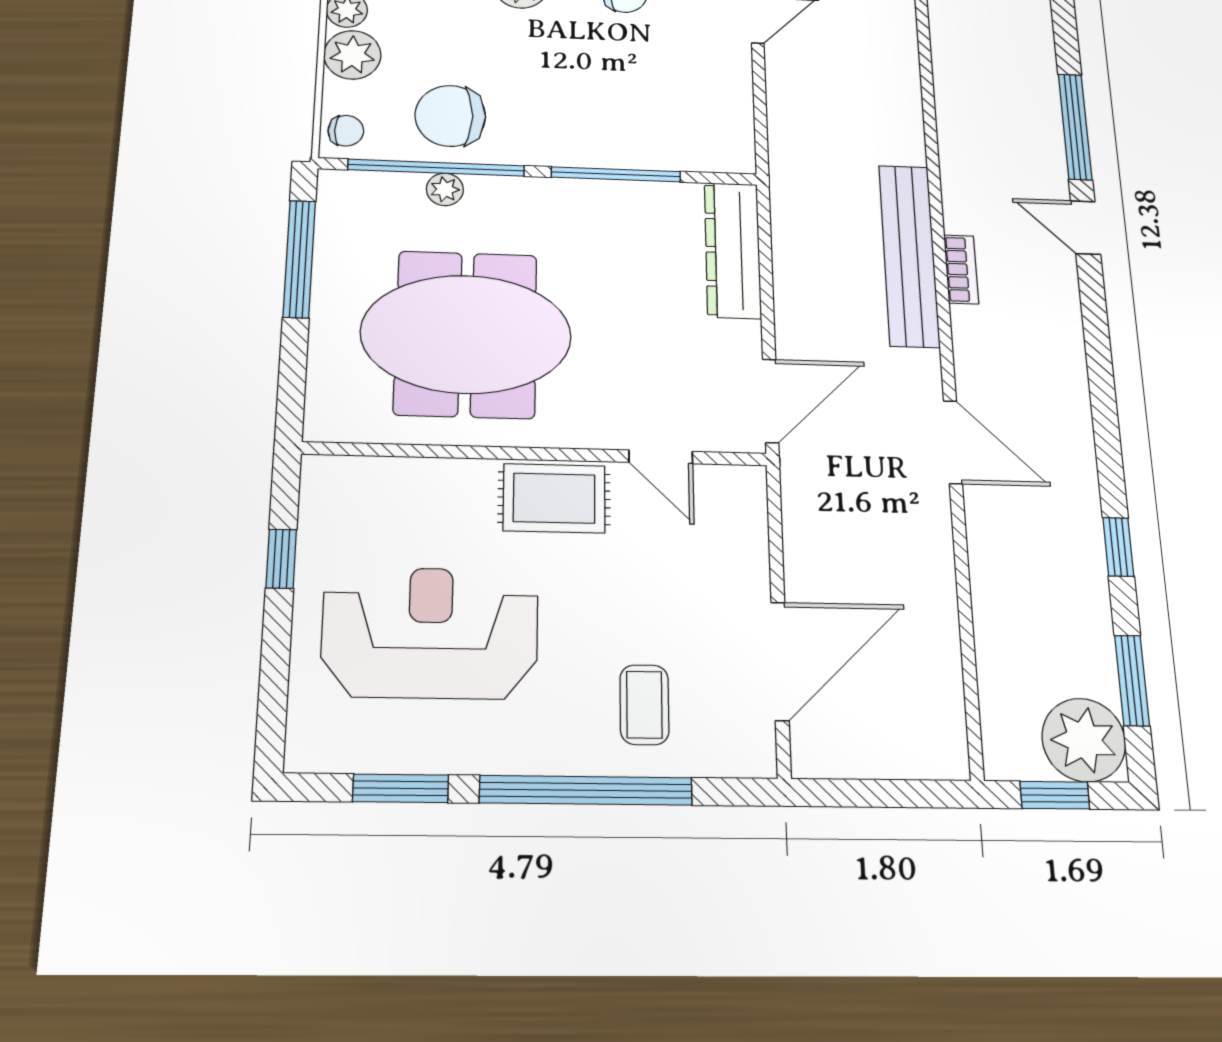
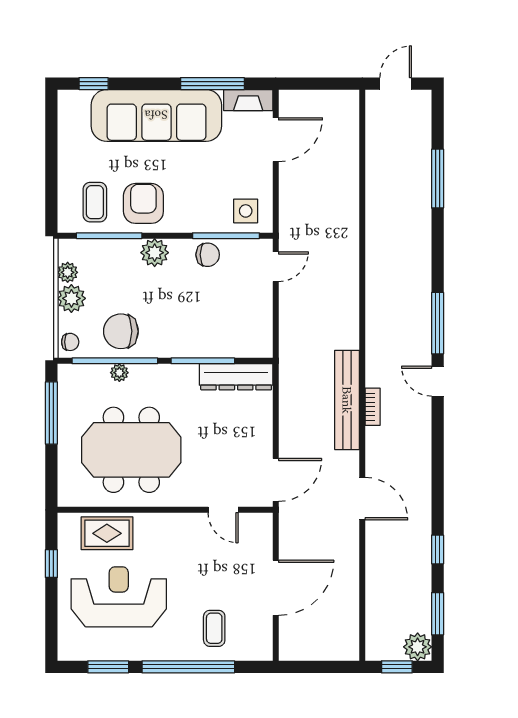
dresser: (733, 250) -> (236, 377), moved, turned -90
rug: (554, 498) -> (107, 533), moved
door: (780, 661) -> (276, 588), moved
plant: (1084, 740) -> (418, 647), width x0.73, depth x0.73

